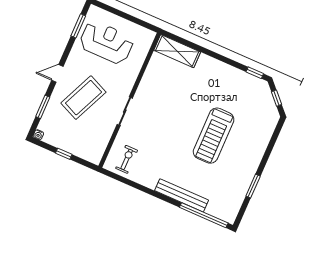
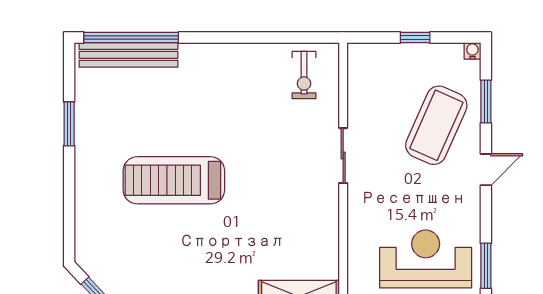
reception desk: (106, 42) -> (426, 259), turned 180
coffee table: (83, 98) -> (436, 125), moved
treadmill: (214, 136) -> (174, 180), turned -90
bench: (182, 195) -> (129, 55), moved

